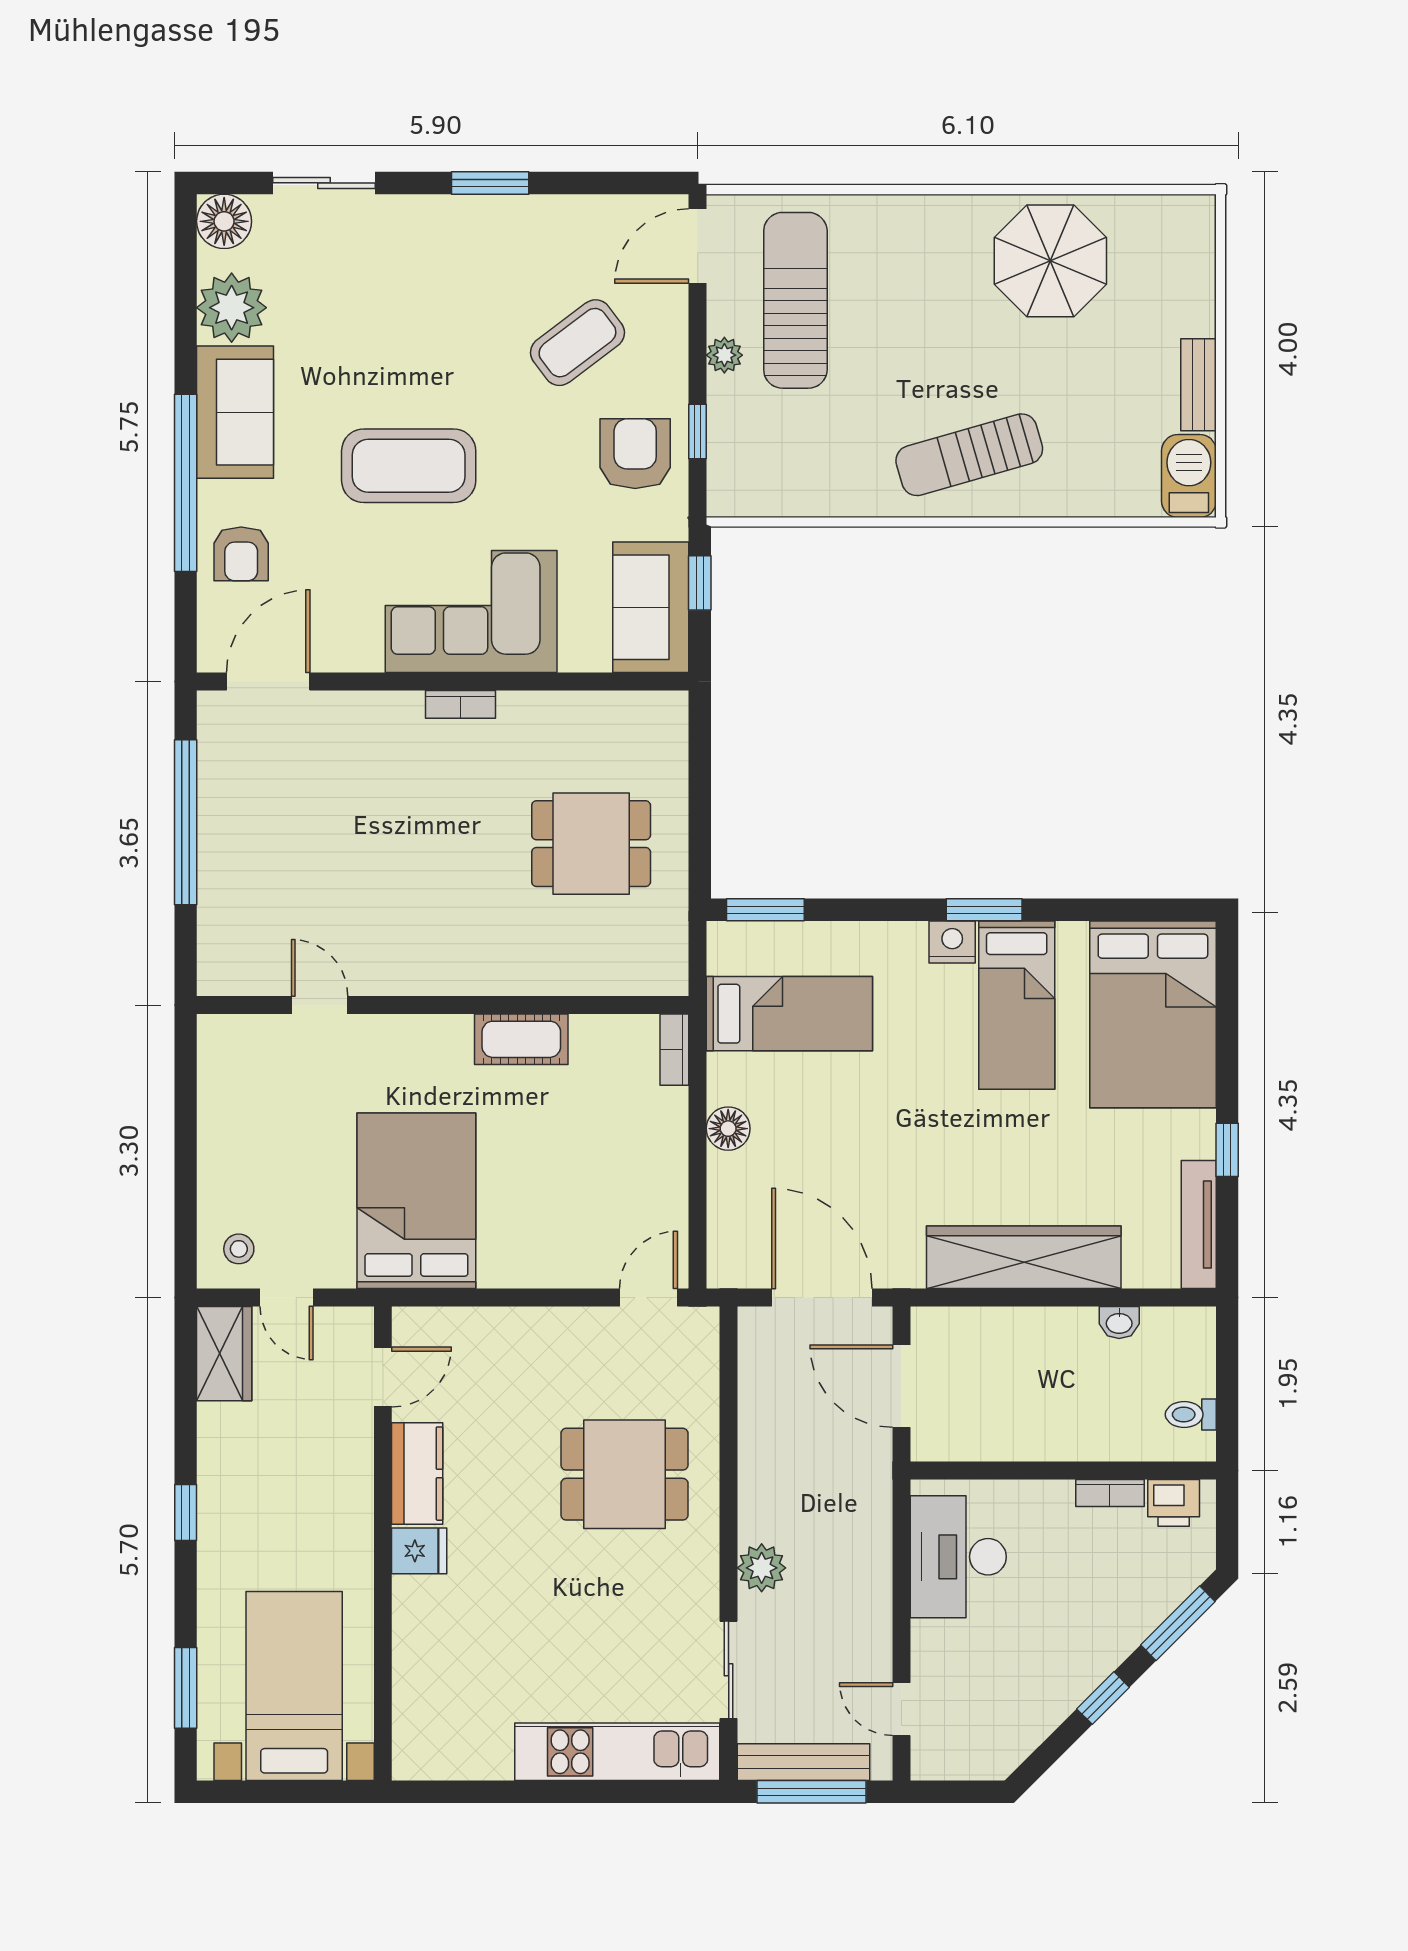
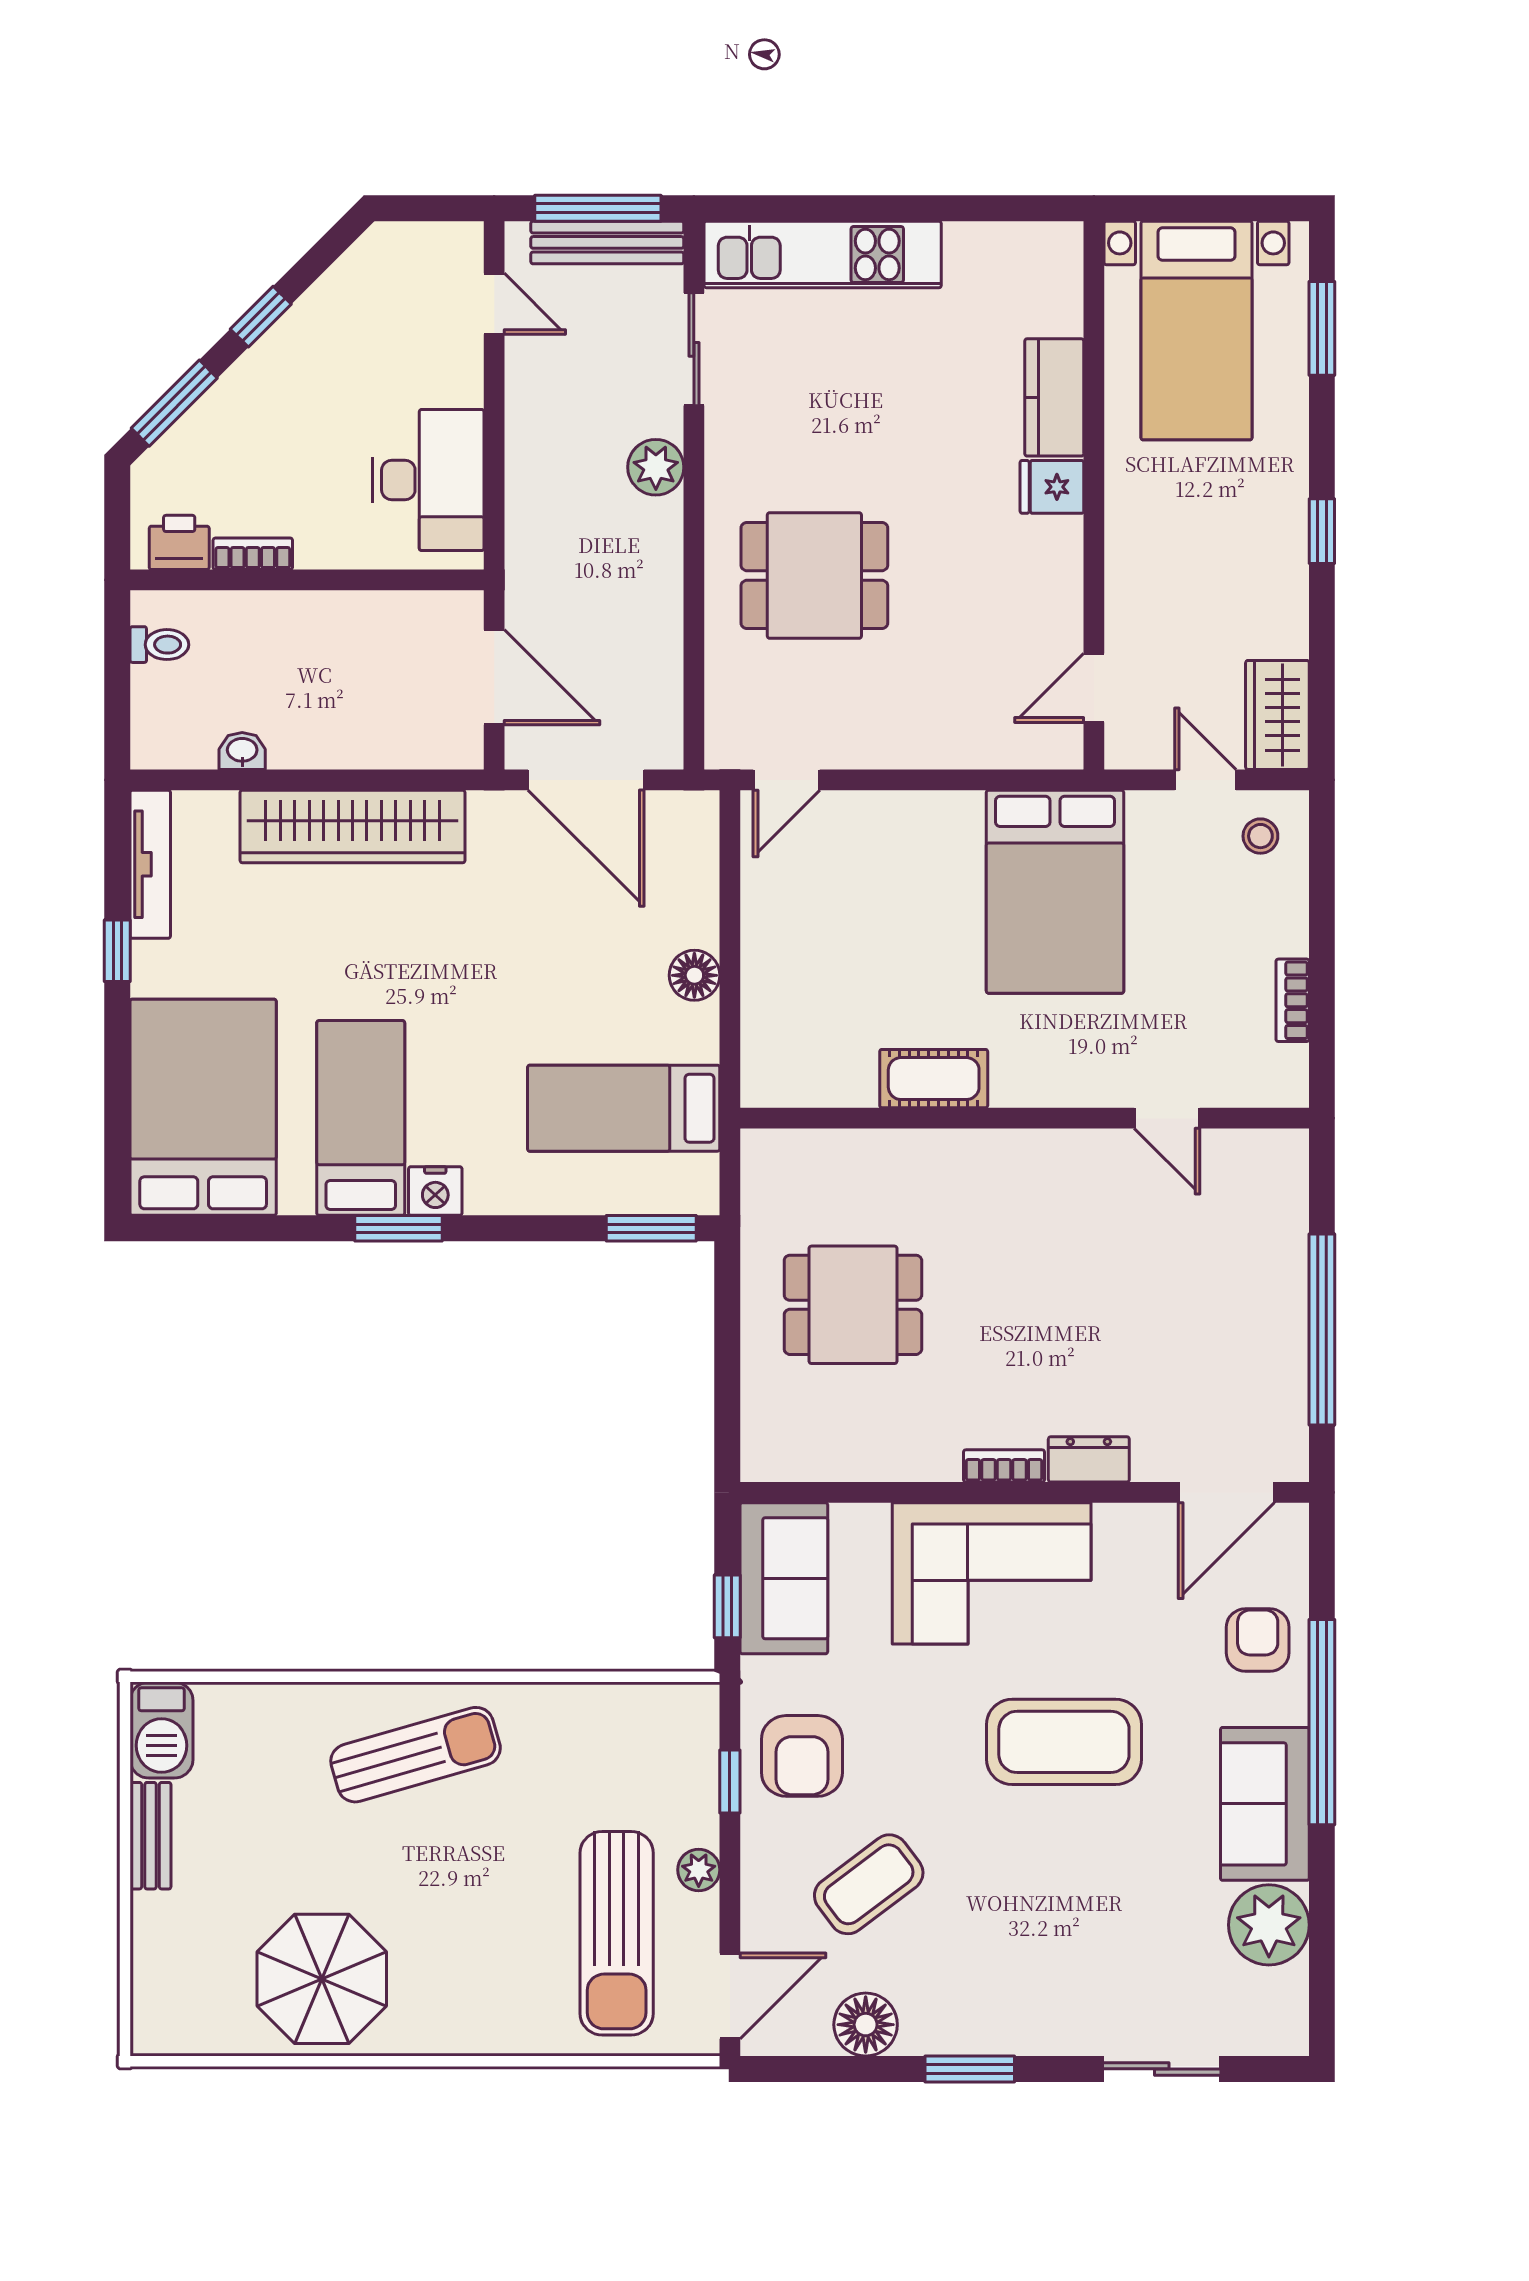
floor lamp: (224, 221) -> (866, 2025), moved
dresser: (387, 710) -> (1089, 1459), added
bookcase: (674, 1050) -> (1293, 1000), moved, turned 180
kitchen counter: (417, 1474) -> (1054, 397), moved

